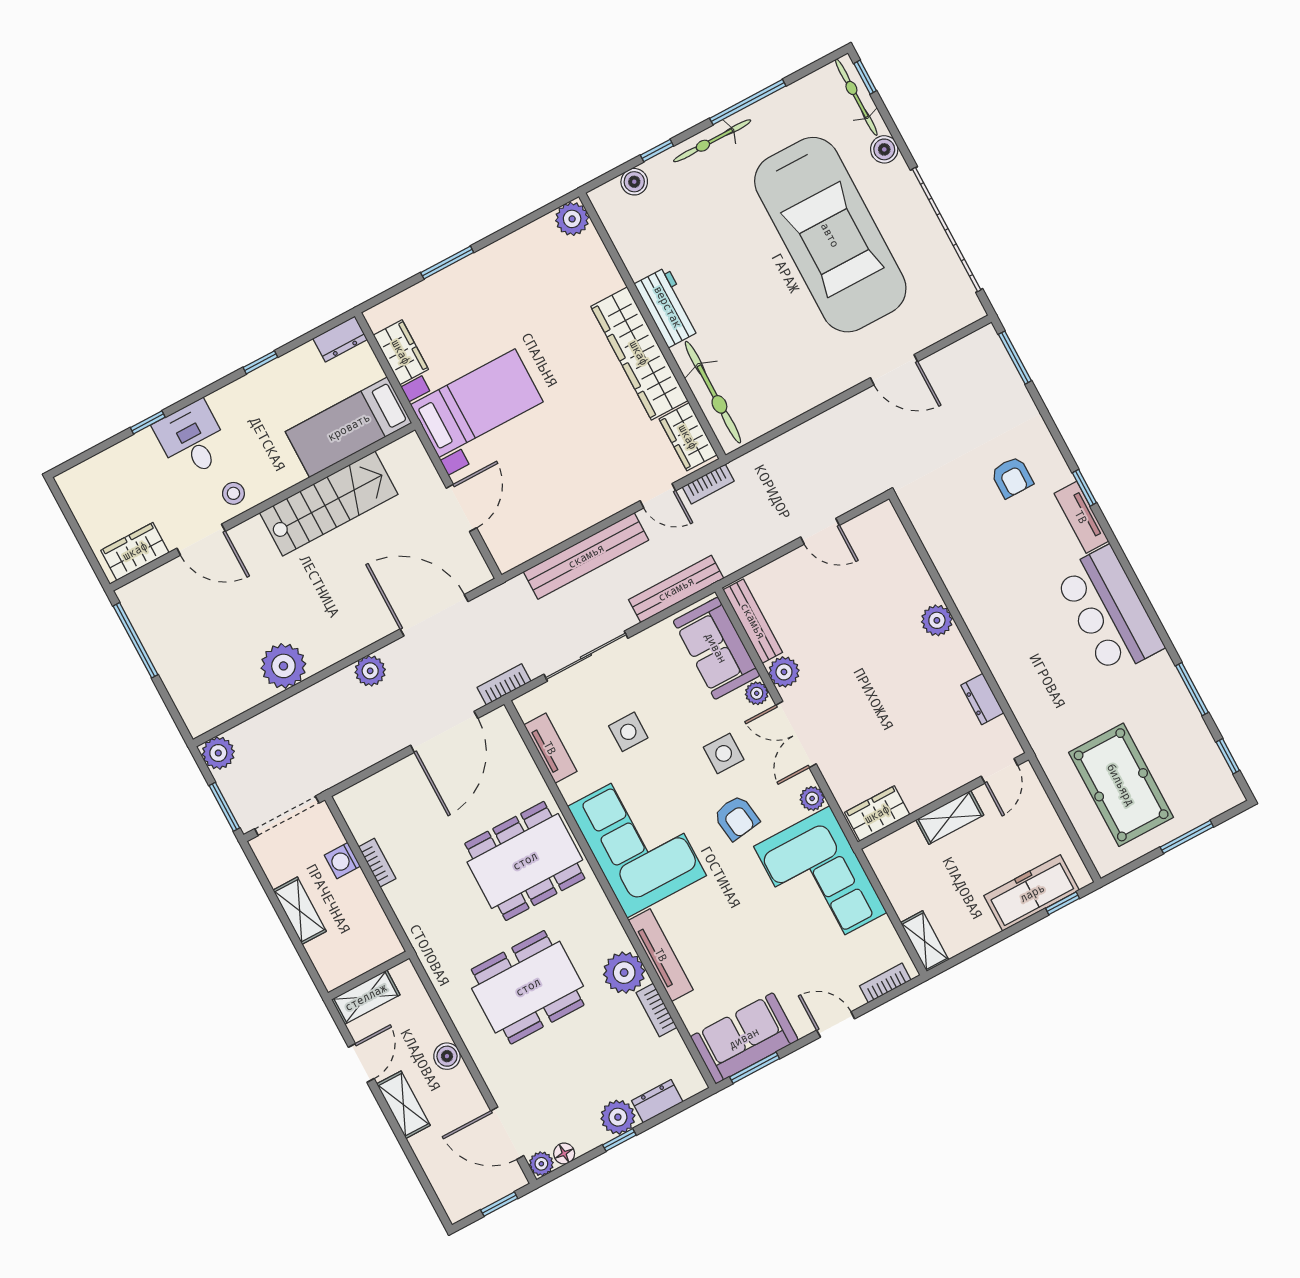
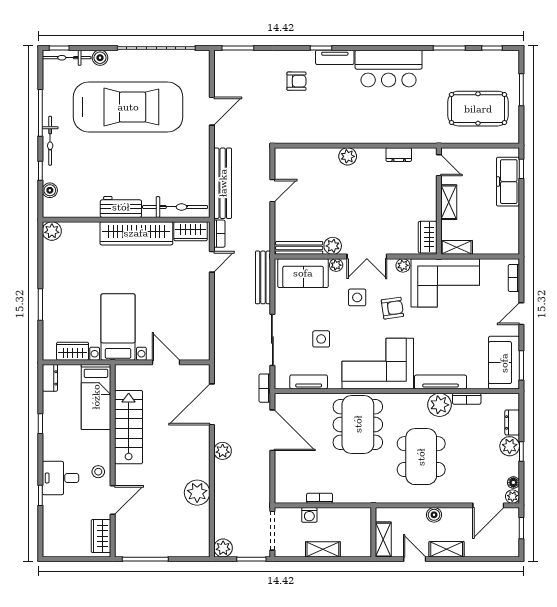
bench: (586, 556) -> (223, 183), moved
shelving: (925, 941) -> (457, 247), moved

